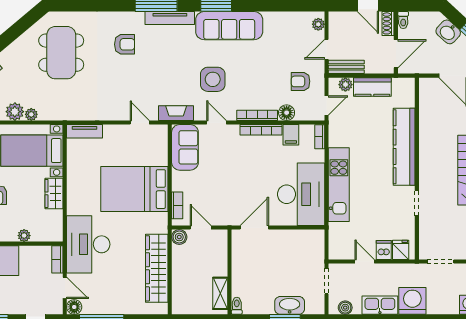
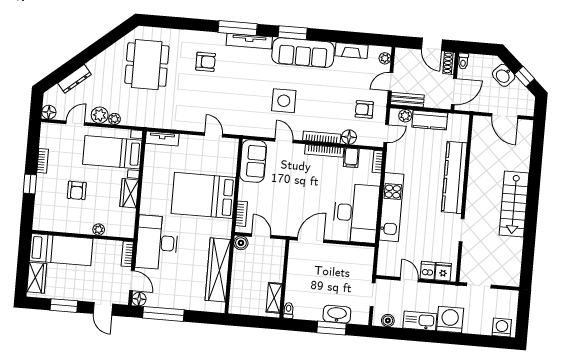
fireplace: (176, 113) -> (351, 51), moved, turned 180

